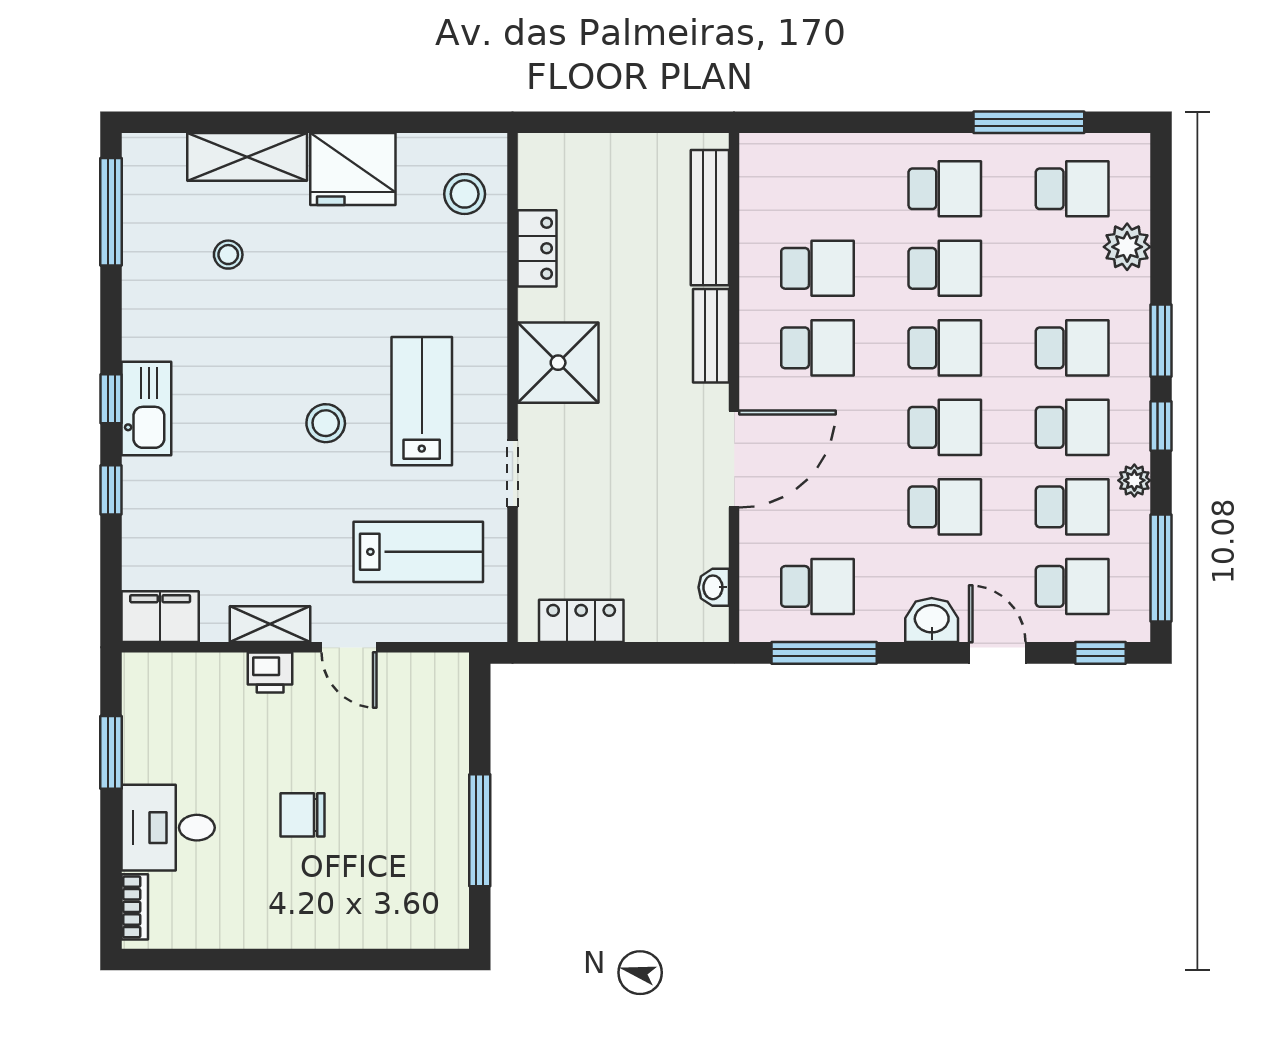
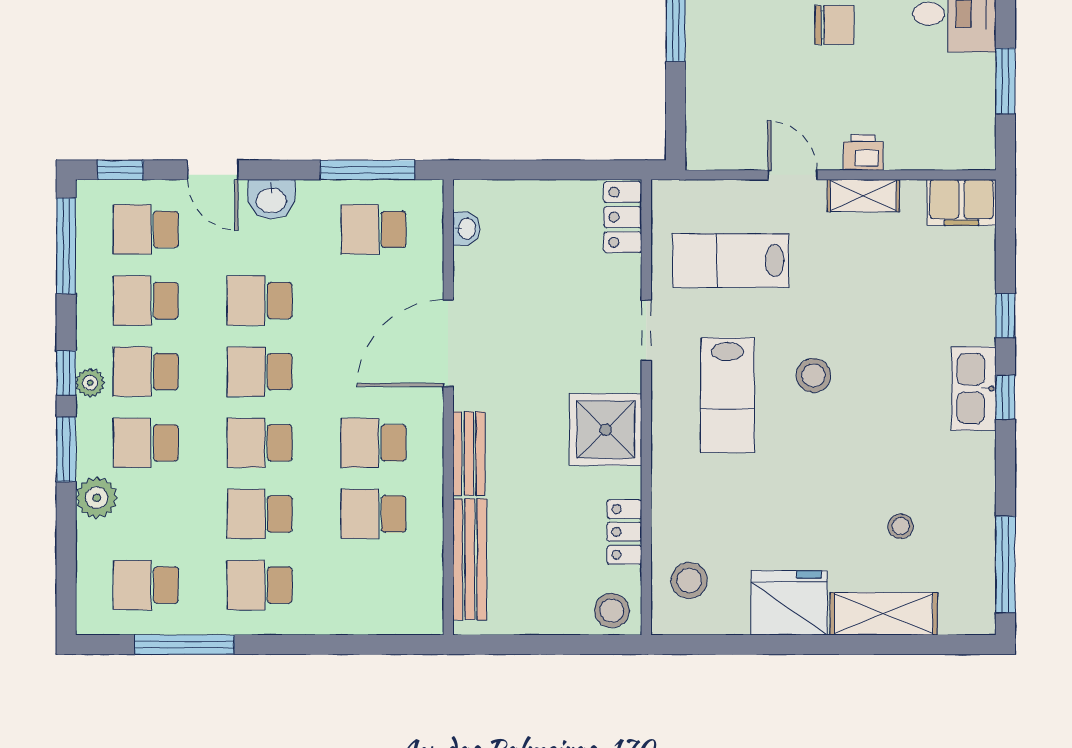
stool: (551, 160) -> (612, 611), added
plant: (1127, 247) -> (97, 498), moved
plant: (1134, 480) -> (90, 383), moved
locker: (581, 621) -> (623, 217), moved, turned 90

